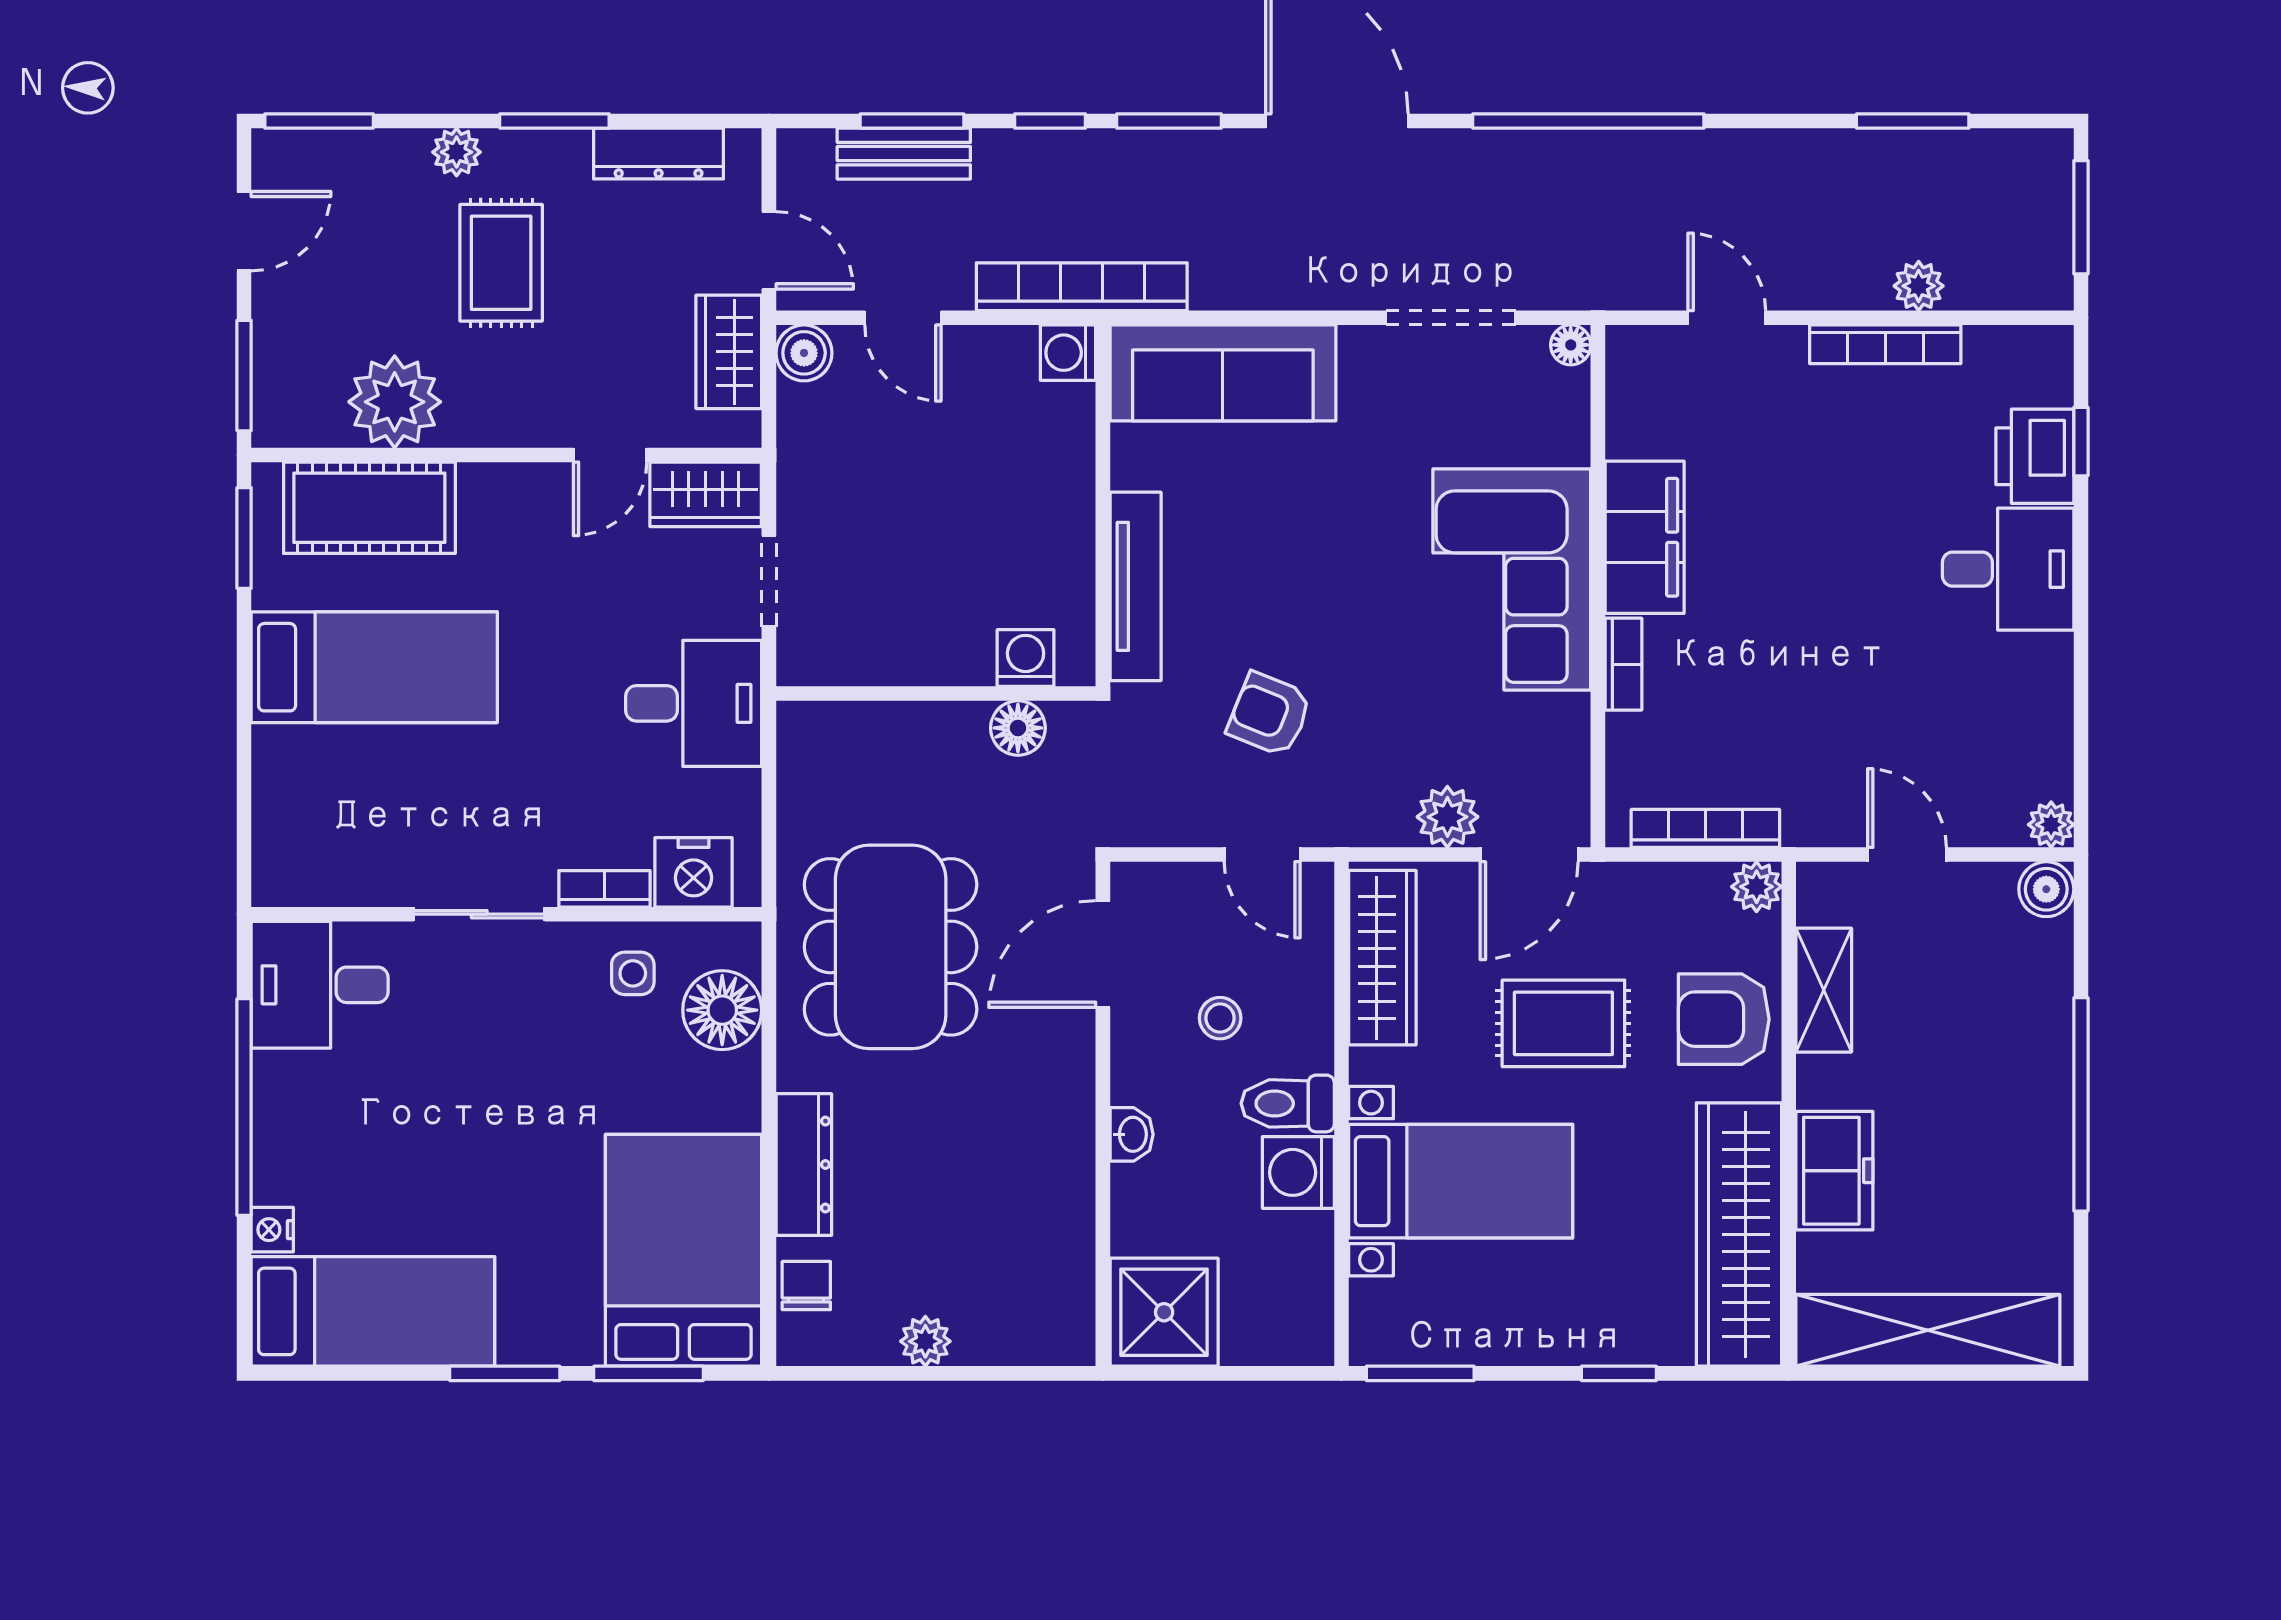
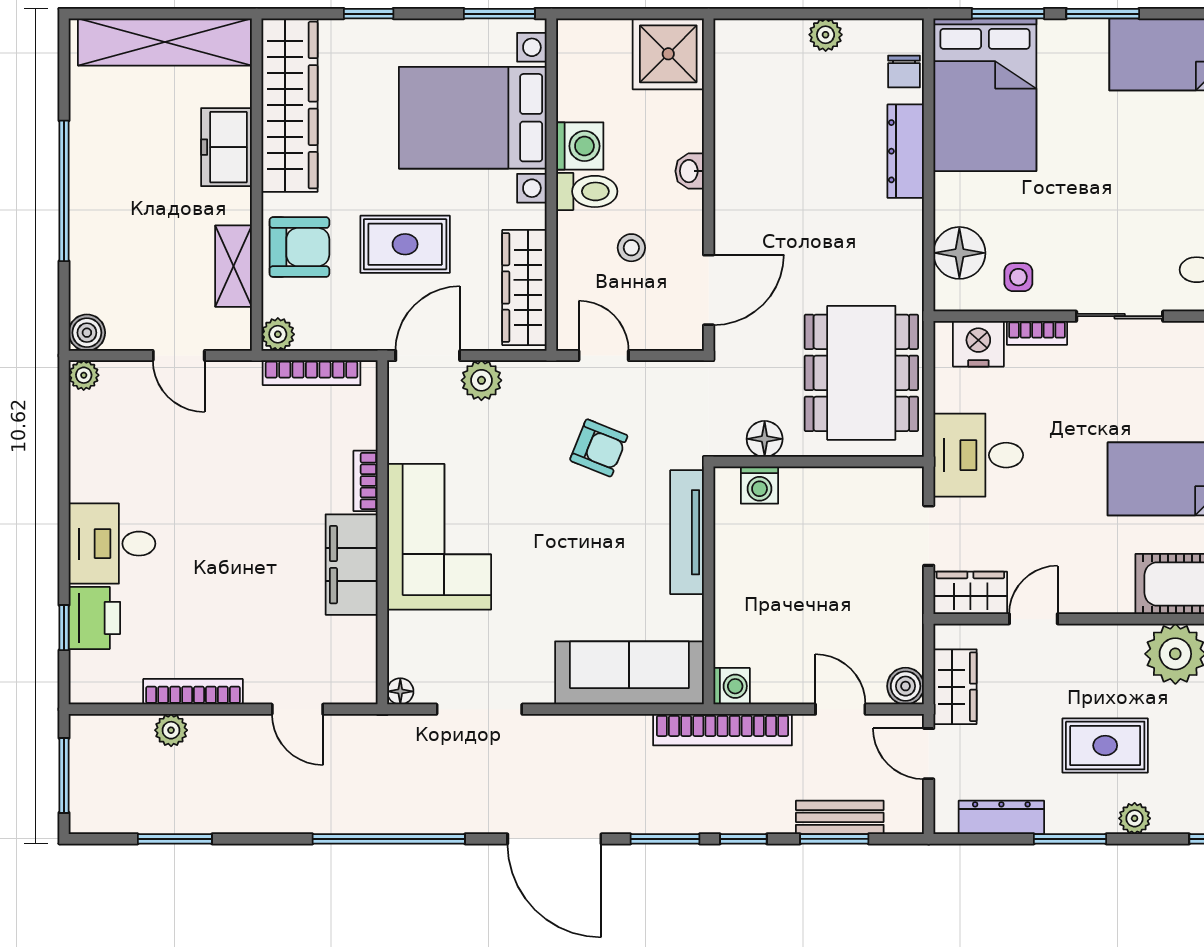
rug: (501, 263) -> (1105, 745), turned 90
dining table: (891, 947) -> (861, 373), moved
bed with nightstands: (1461, 1181) -> (473, 118), width x1.36

